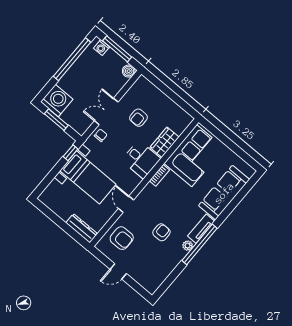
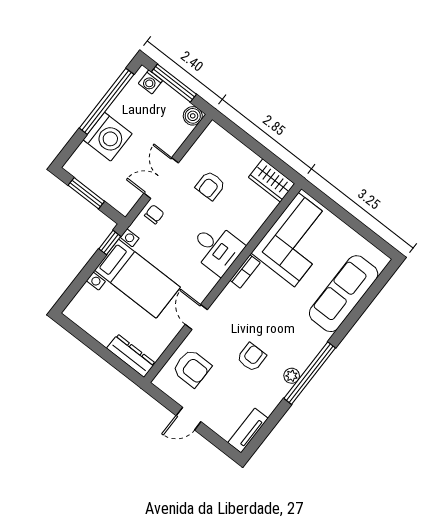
washing machine: (57, 101) -> (108, 137), moved, turned 90
wardrobe: (164, 142) -> (272, 180), moved, turned -90
tv unit: (201, 229) -> (248, 431), moved

